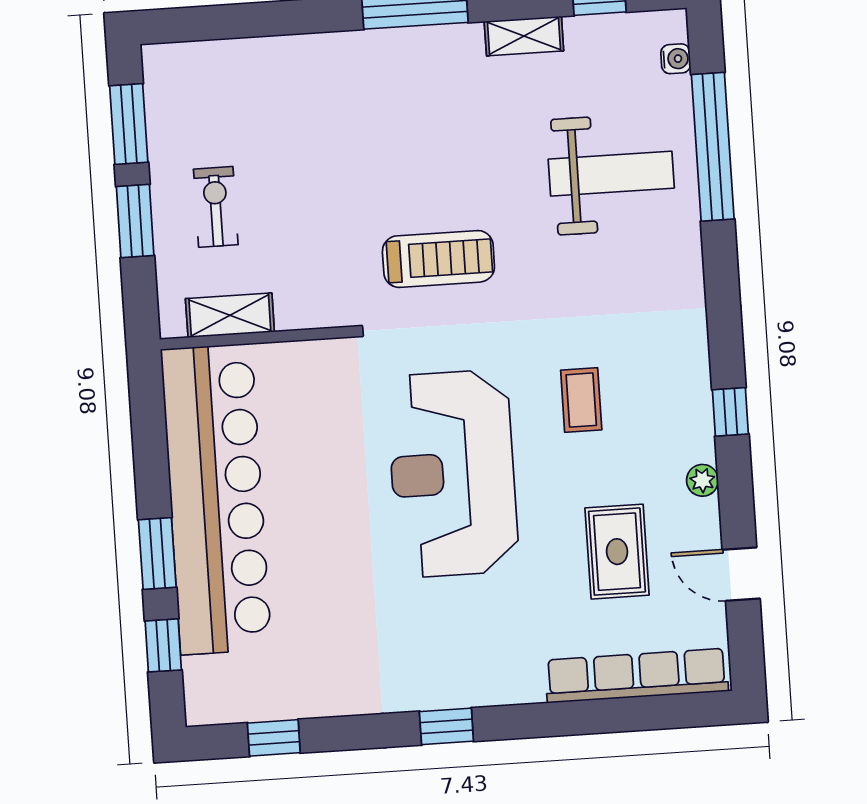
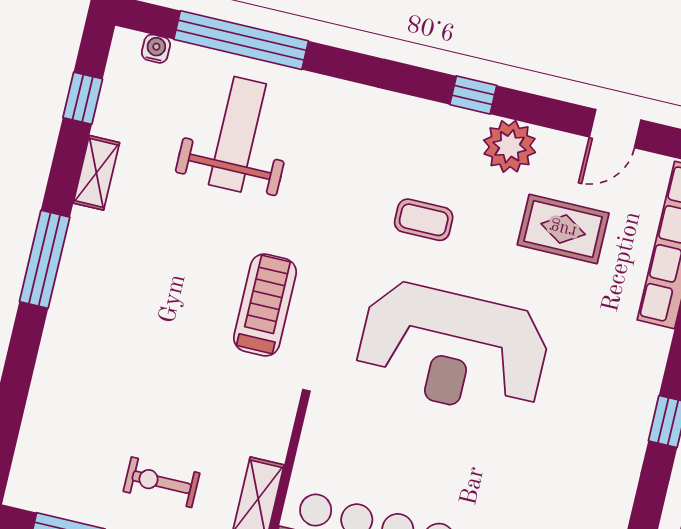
plant: (702, 480) -> (510, 146), width x1.87, depth x1.87

